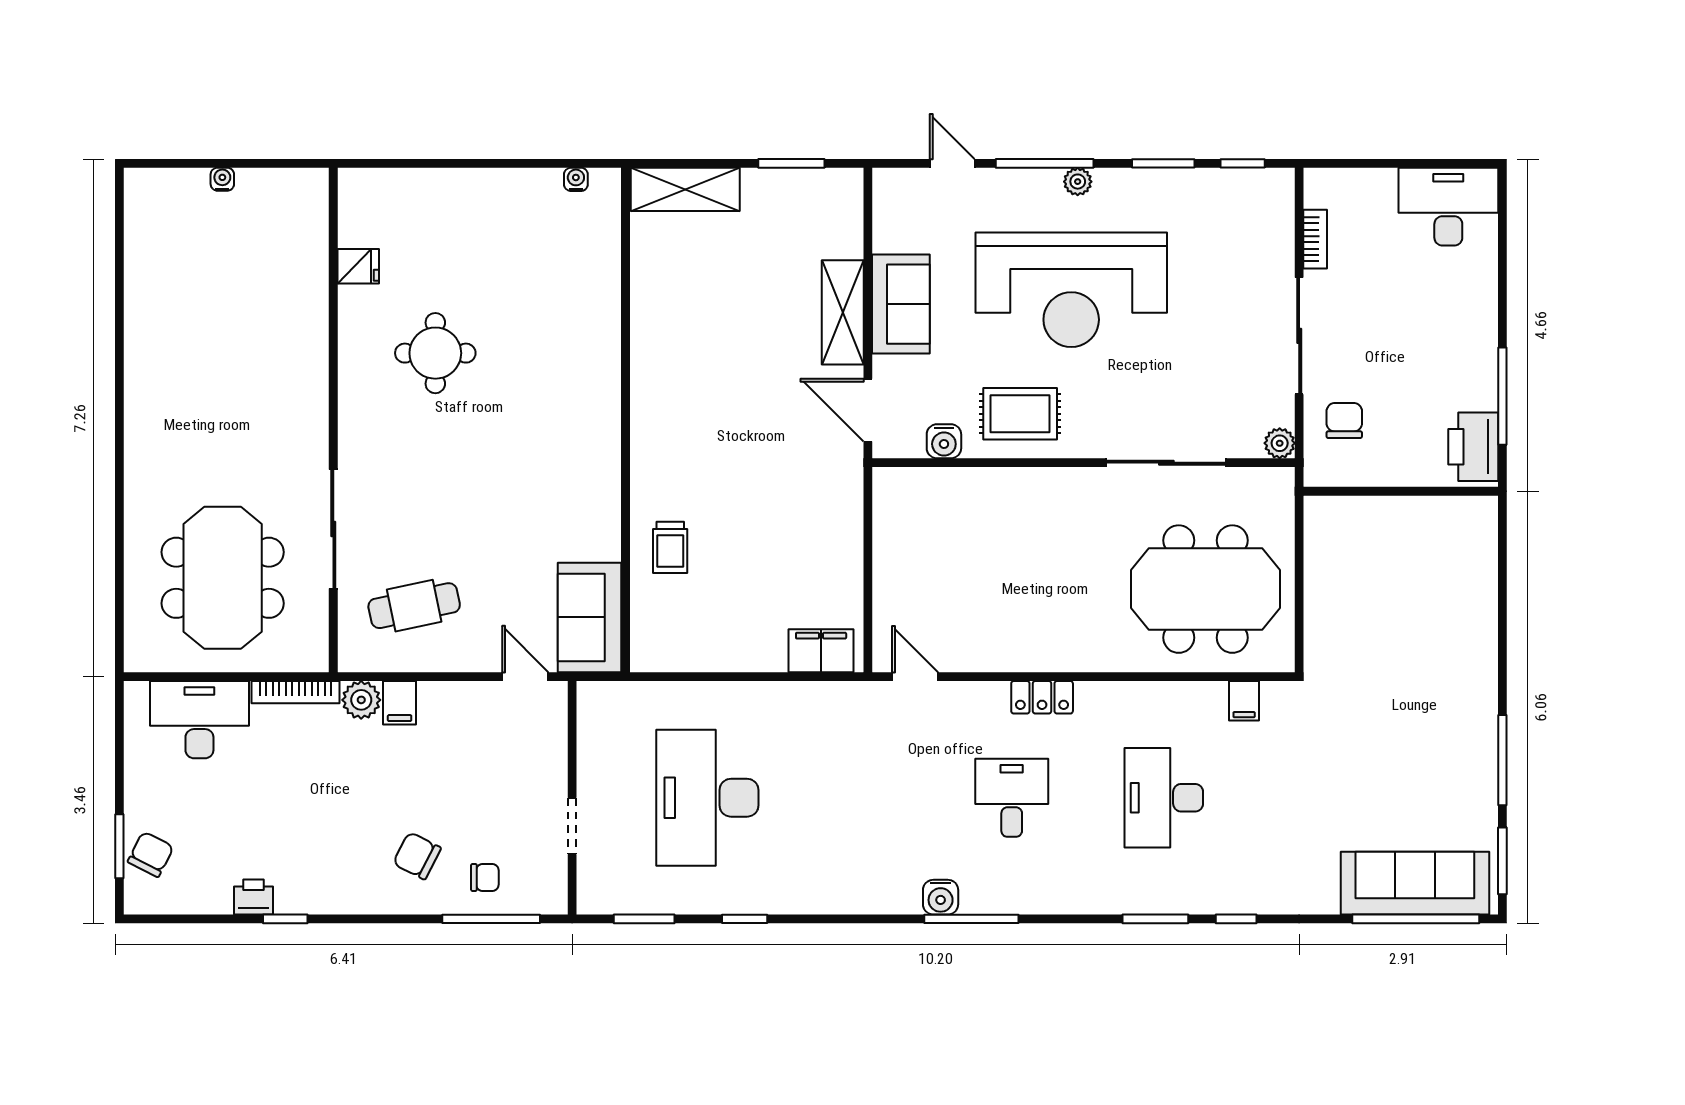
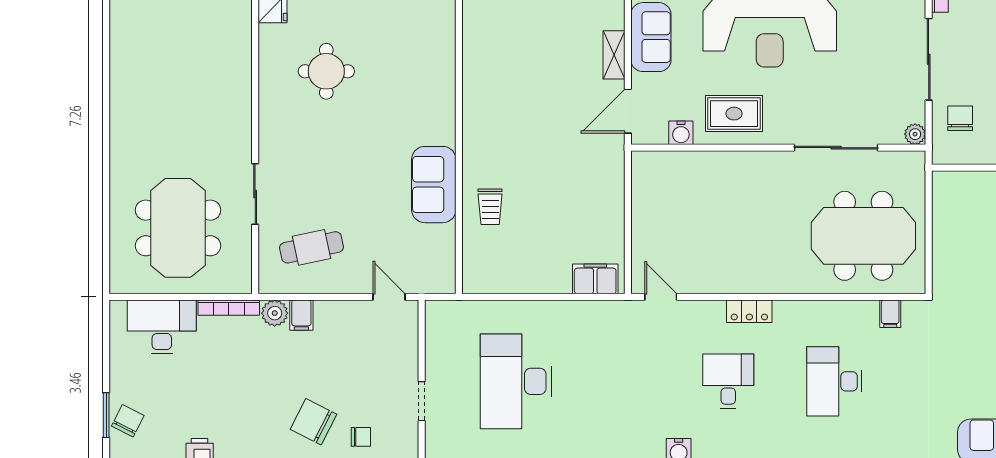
shelving: (843, 312) -> (614, 55), width x0.67, depth x0.75
door: (868, 410) -> (628, 111), hinge flipped
sliding door: (333, 529) -> (255, 194), width x0.73
sofa: (590, 617) -> (434, 185), moved
chair: (417, 856) -> (314, 422), width x1.37, depth x1.37

